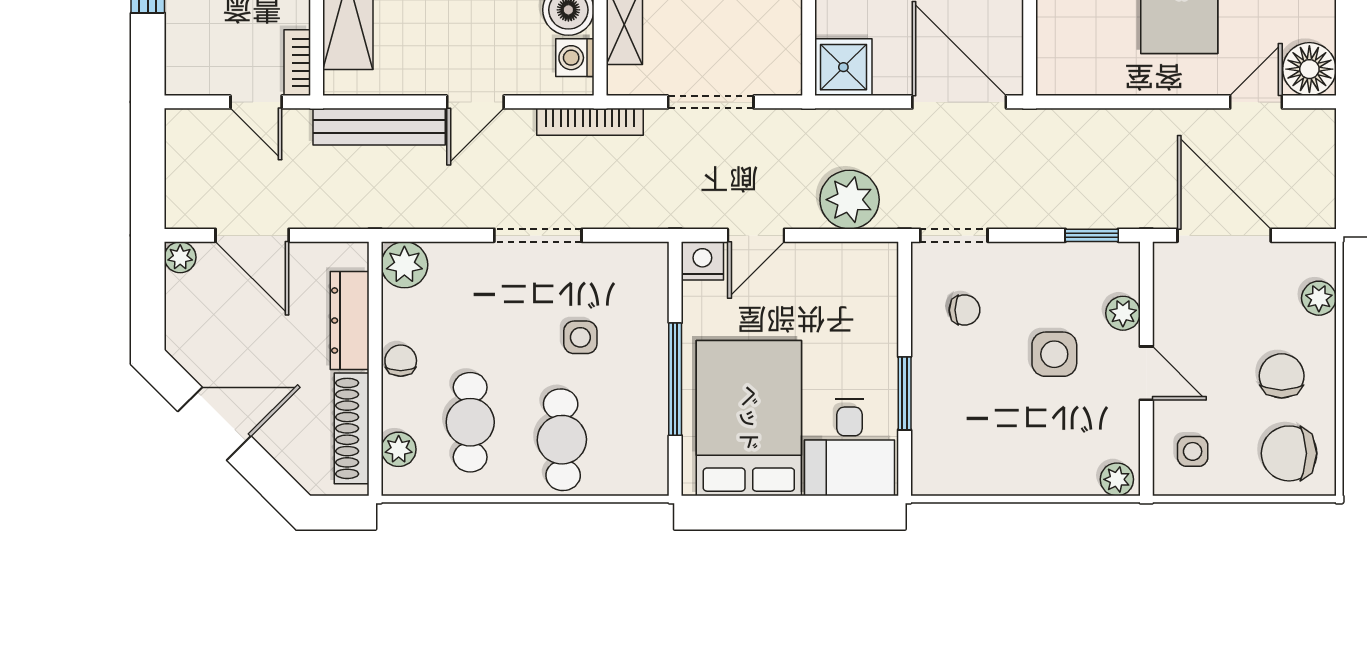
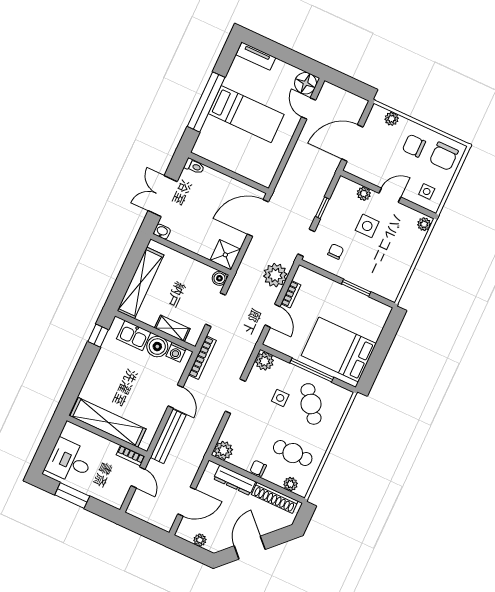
boiler: (785, 78) -> (219, 278), added
door: (256, 102) -> (138, 477), hinge flipped
window: (1092, 235) -> (322, 208), moved
bookcase: (823, 254) -> (291, 294), added
plant: (180, 257) -> (200, 540), moved
nightstand: (702, 261) -> (273, 340), removed
plant: (646, 264) -> (264, 361), added
cafe table: (562, 440) -> (311, 404), moved, turned 55
desk: (850, 448) -> (367, 317), removed

